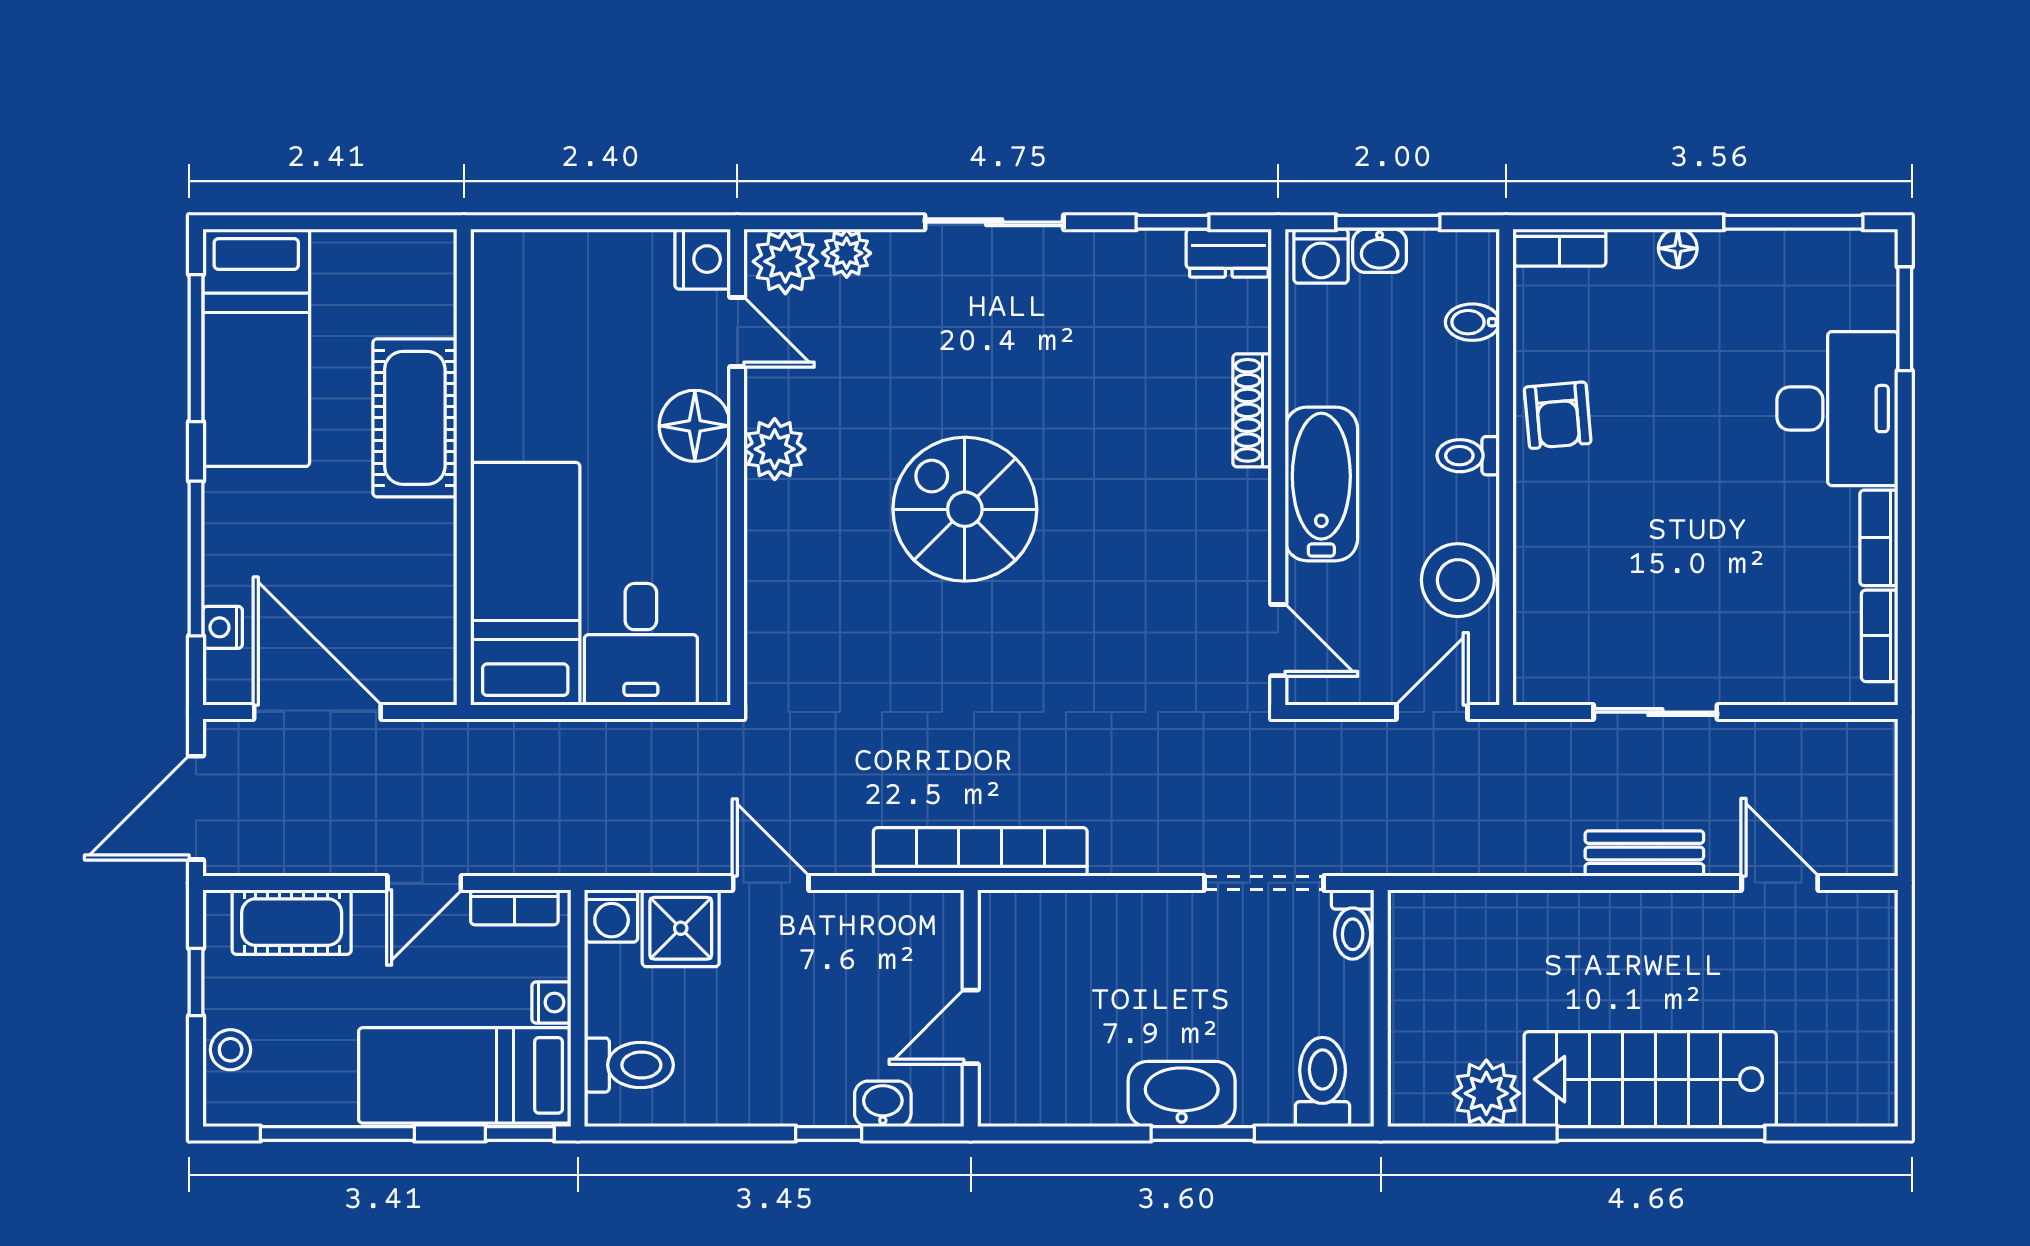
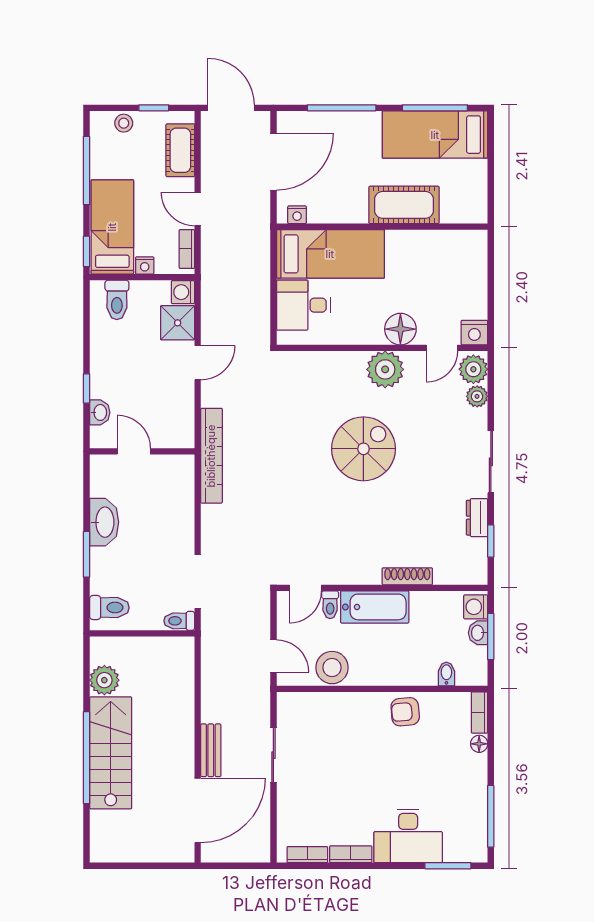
floor lamp: (1678, 248) -> (479, 744), moved
dresser: (1229, 253) -> (477, 518), moved
plant: (775, 449) -> (385, 369), width x1.36, depth x1.36
toilet: (1468, 456) -> (330, 605), moved, turned 180
nightstand: (223, 627) -> (297, 215), moved, turned 180
door: (1780, 883) -> (198, 810), width x1.88
washbasin: (1182, 1094) -> (104, 522), moved

